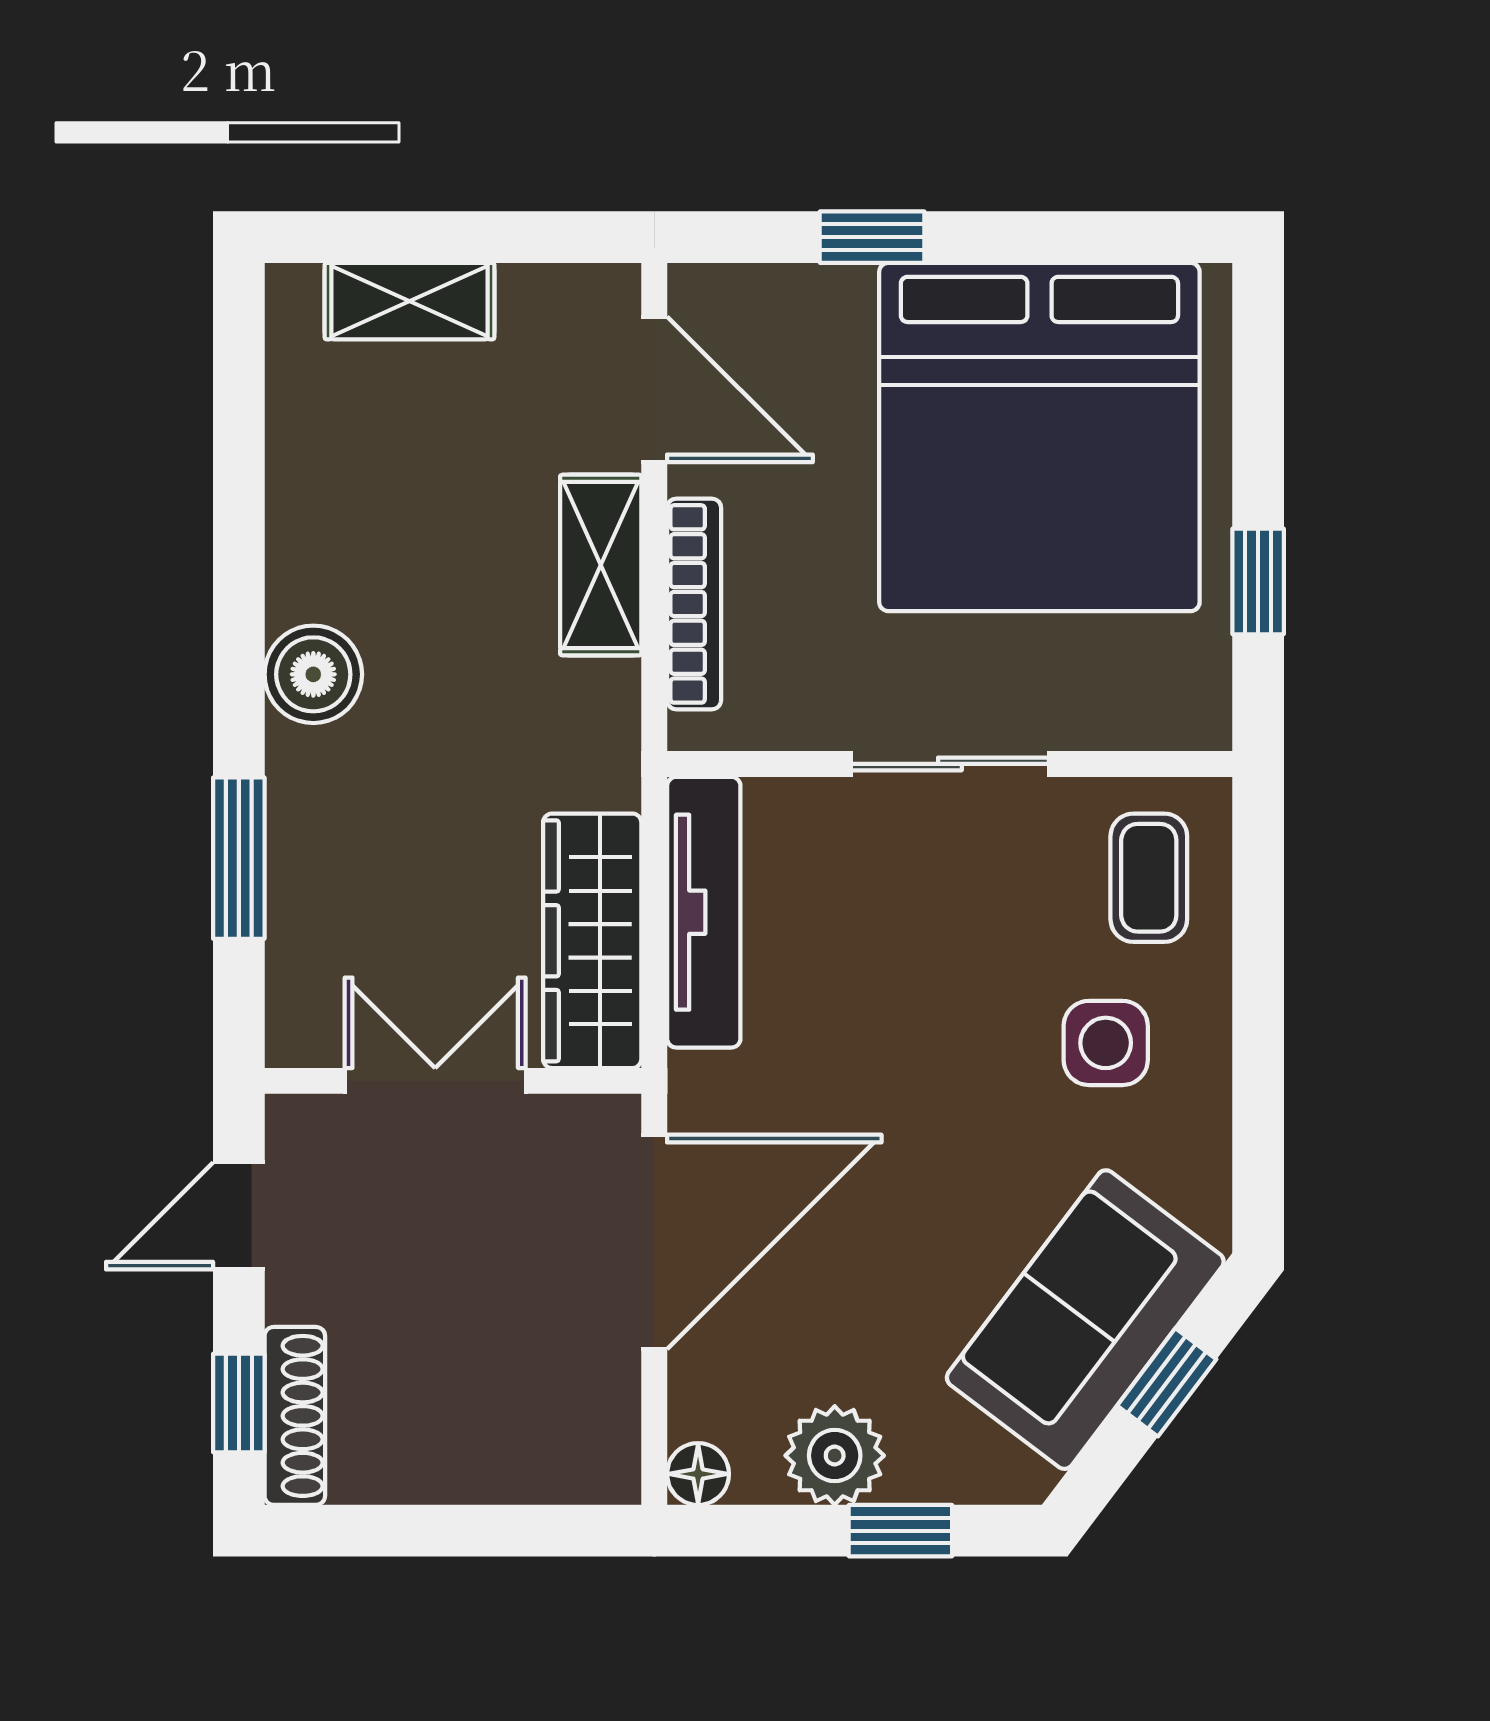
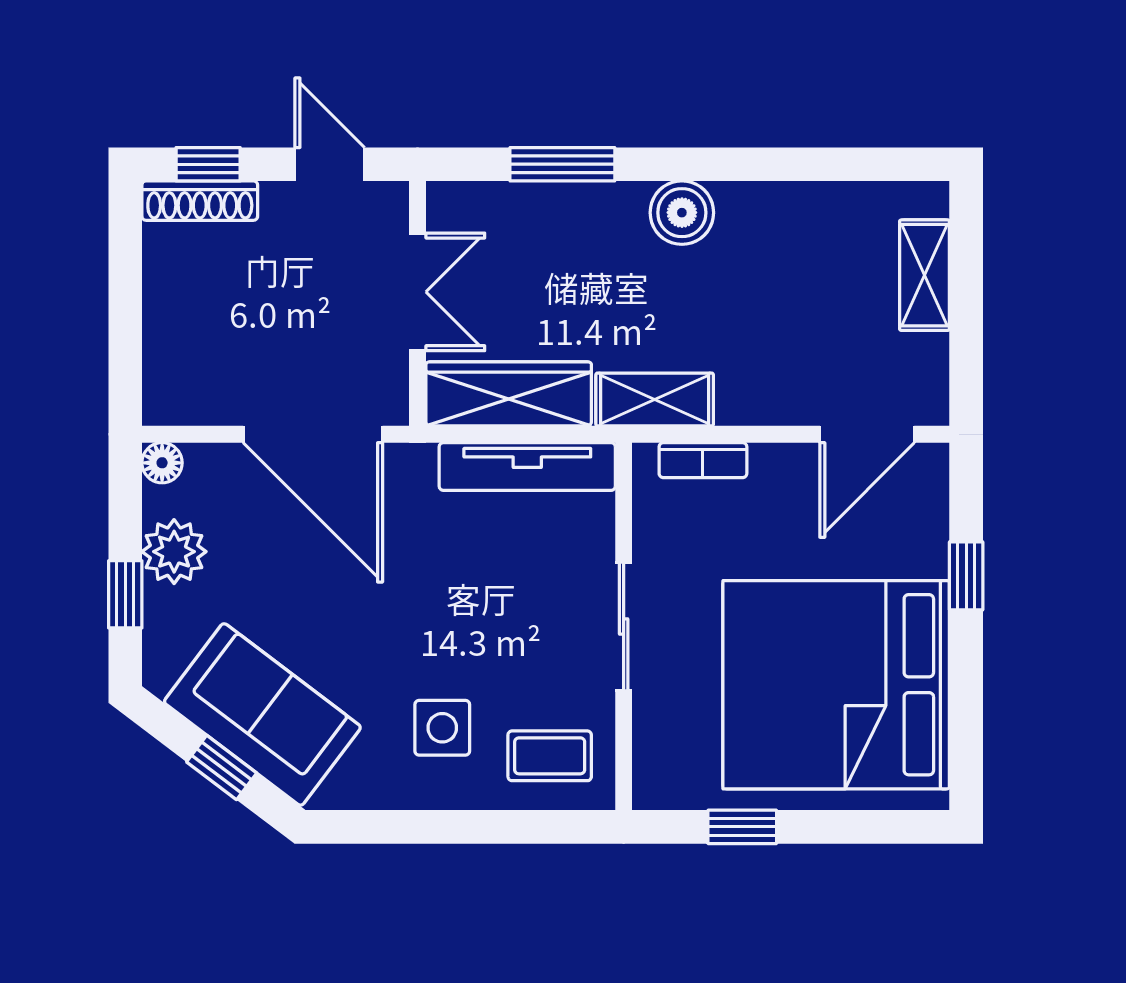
shelving: (601, 565) -> (655, 400), moved
bookcase: (694, 604) -> (703, 460), width x0.64

